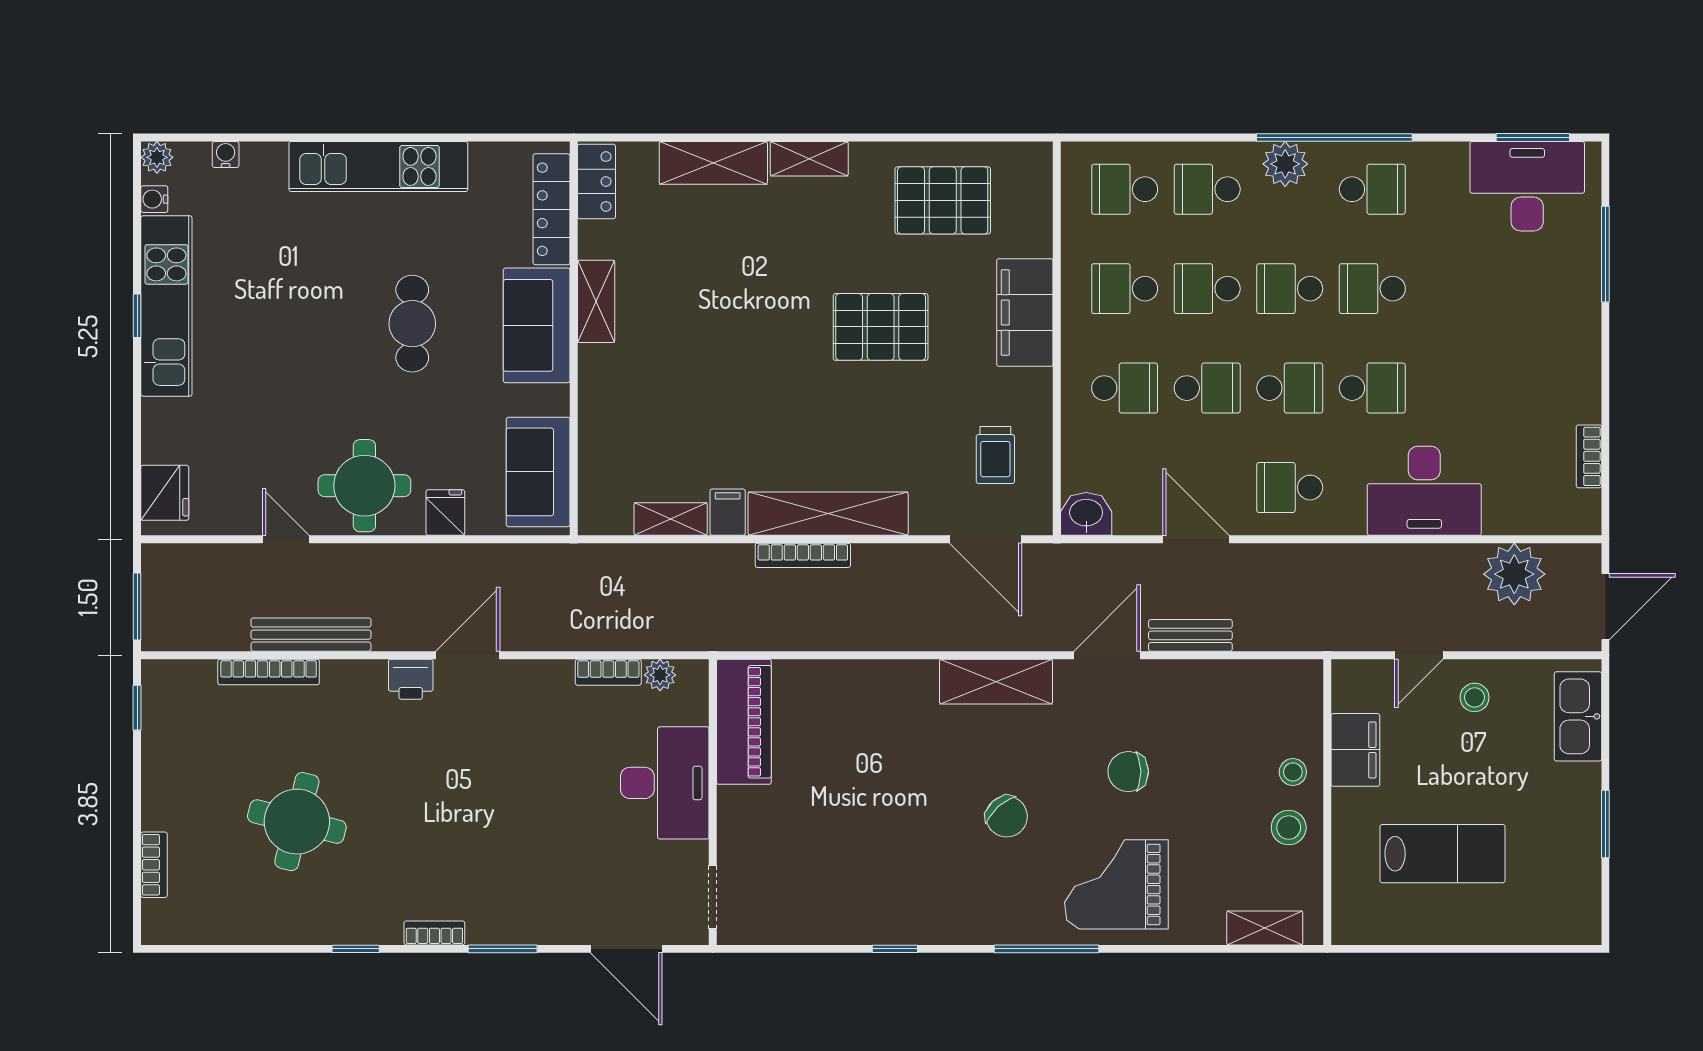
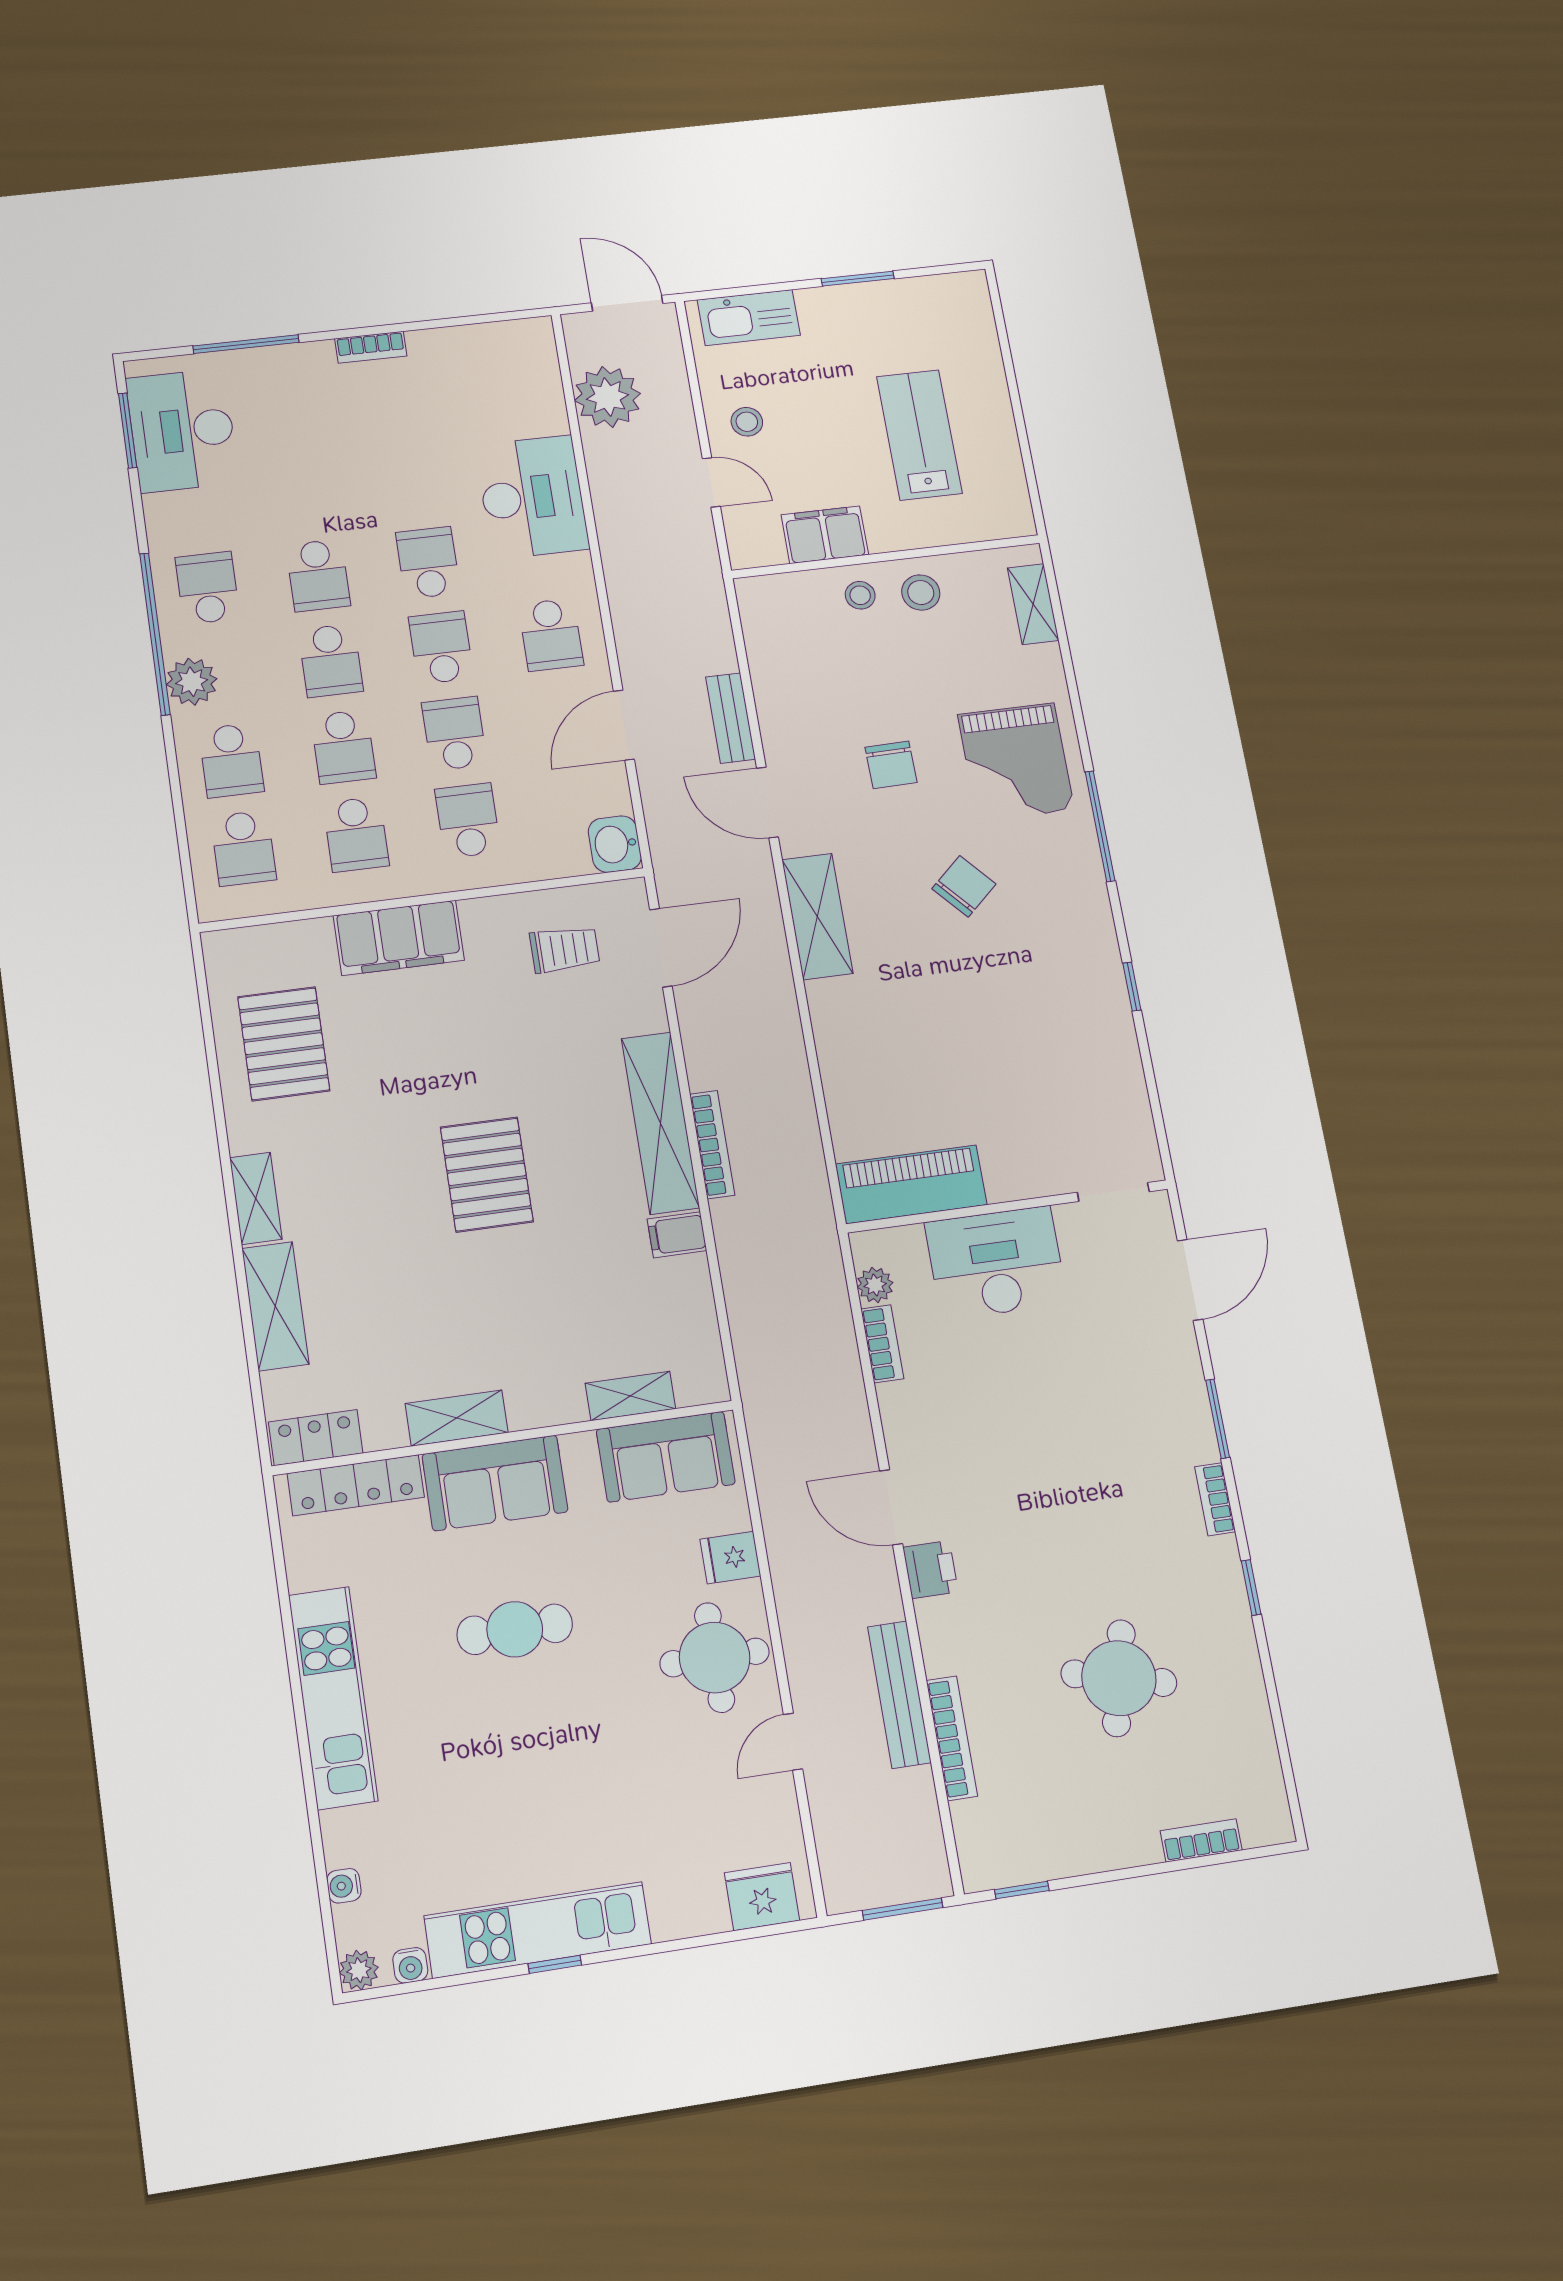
pallet: (881, 327) -> (487, 1174), moved
bookcase: (1589, 456) -> (371, 347), moved
shelving: (671, 519) -> (630, 1396), moved, turned 90

